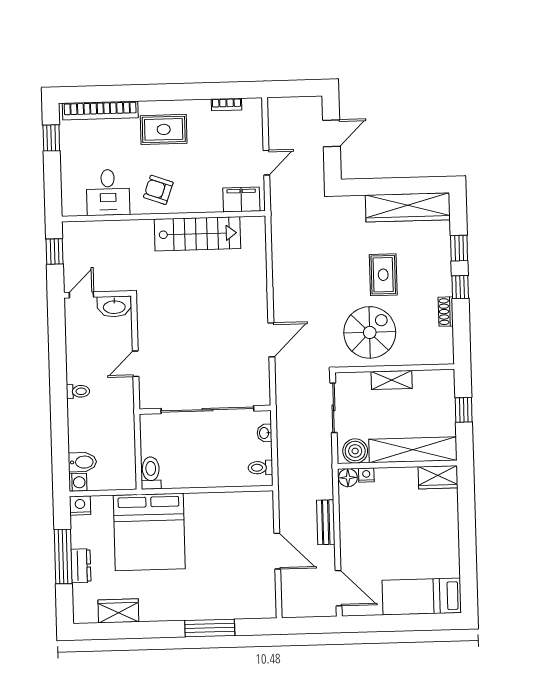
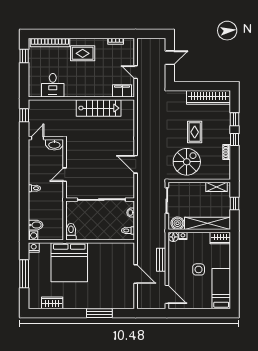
door: (266, 163) -> (136, 72), swing flipped
armchair: (158, 190) -> (79, 85), removed
door: (271, 340) -> (136, 164), swing flipped
shelving: (392, 380) -> (216, 187), moved
side table: (398, 539) -> (199, 269), added
dresser: (81, 566) -> (33, 279), removed
bed: (422, 596) -> (221, 289), moved, turned 90

